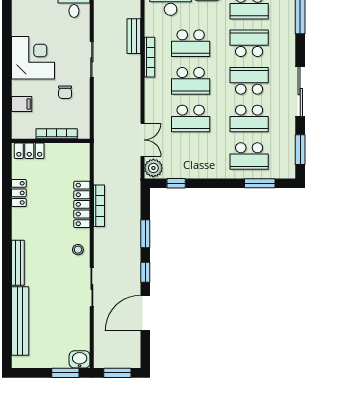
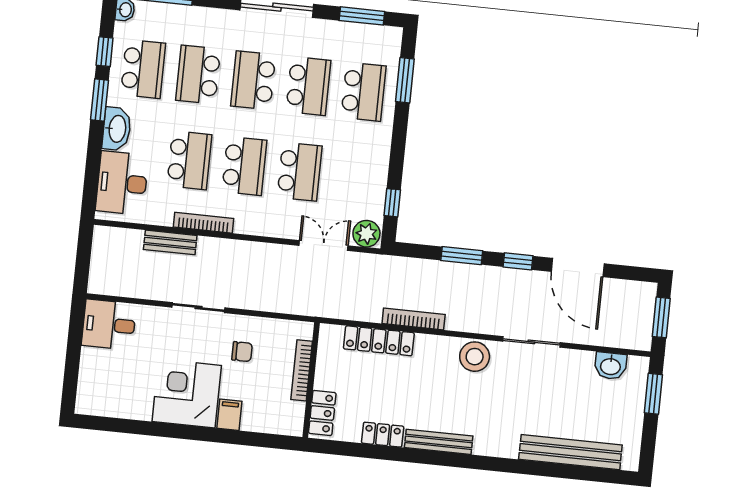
filing cabinet: (22, 104) -> (229, 415), moved
locker: (82, 204) -> (379, 341), moved
stool: (78, 250) -> (475, 357), width x1.89, depth x1.89
bench: (18, 263) -> (439, 442), moved
washbasin: (80, 359) -> (611, 366), moved, turned -90

